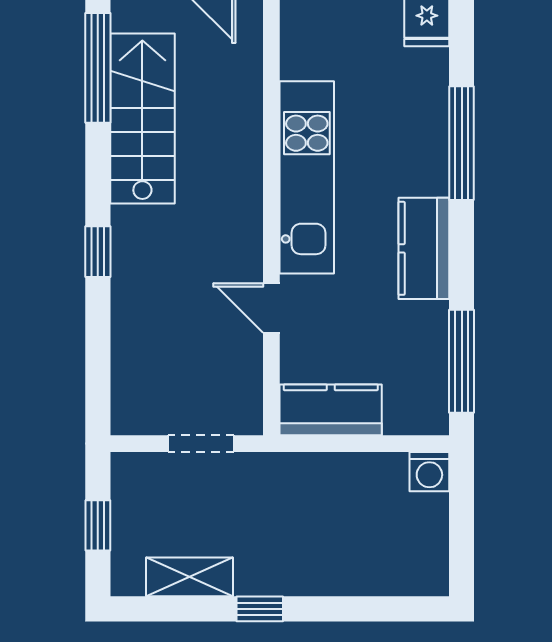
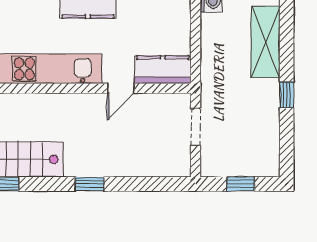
kitchen counter: (331, 410) -> (163, 70), moved, turned 90
shelving: (190, 577) -> (265, 42), moved, width x1.50, depth x1.33

